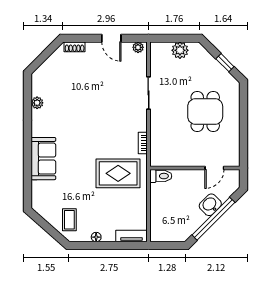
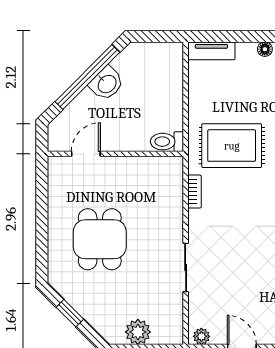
washbasin: (210, 205) -> (107, 84), moved

